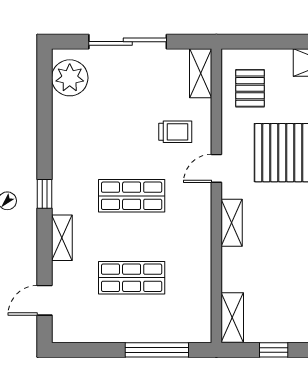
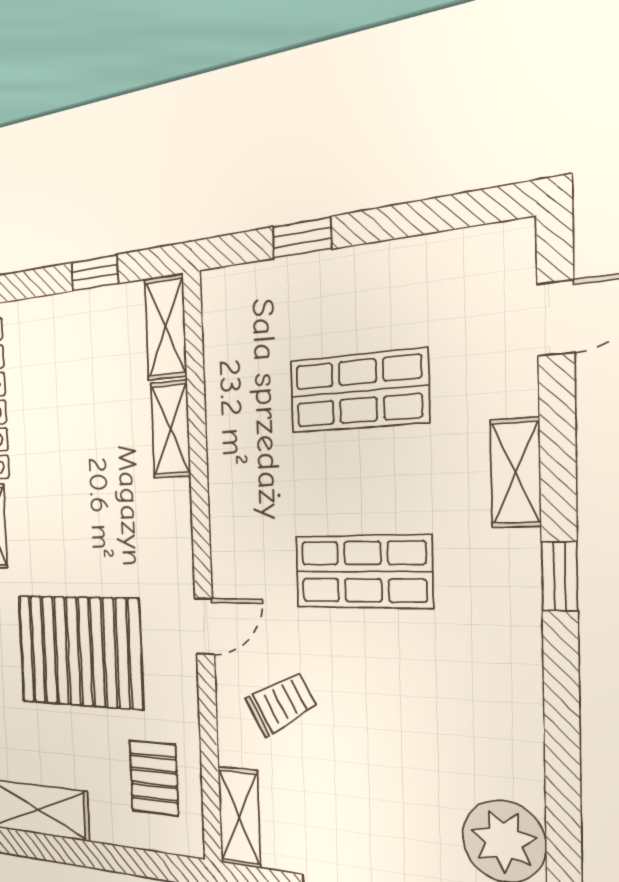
trolley: (175, 132) -> (281, 704), turned 151
shelving: (232, 223) -> (171, 429), moved
window: (157, 350) -> (302, 238), width x0.46

